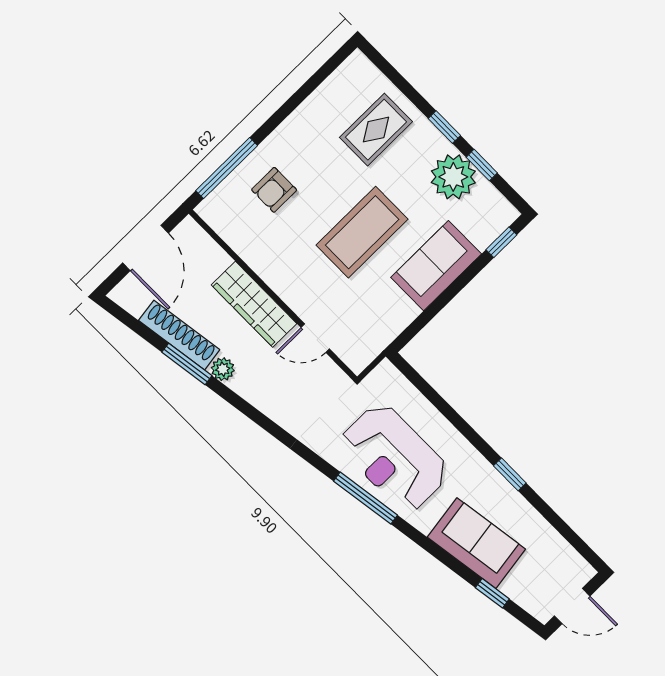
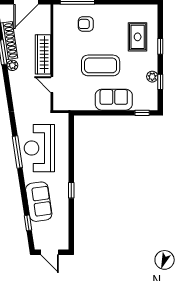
window: (444, 127) -> (160, 46), moved
rug: (376, 130) -> (138, 37), turned 90
plant: (453, 177) -> (152, 77), width x0.53, depth x0.53

